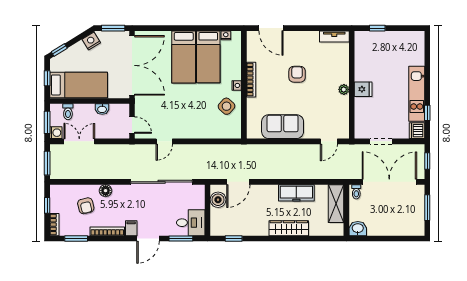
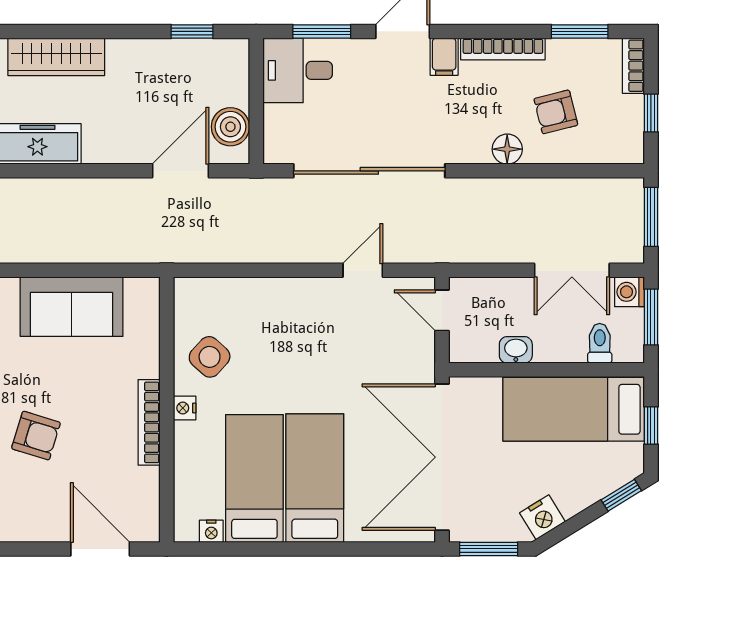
armchair: (297, 74) -> (36, 436), turned -73
armchair: (86, 206) -> (556, 112), turned -90

